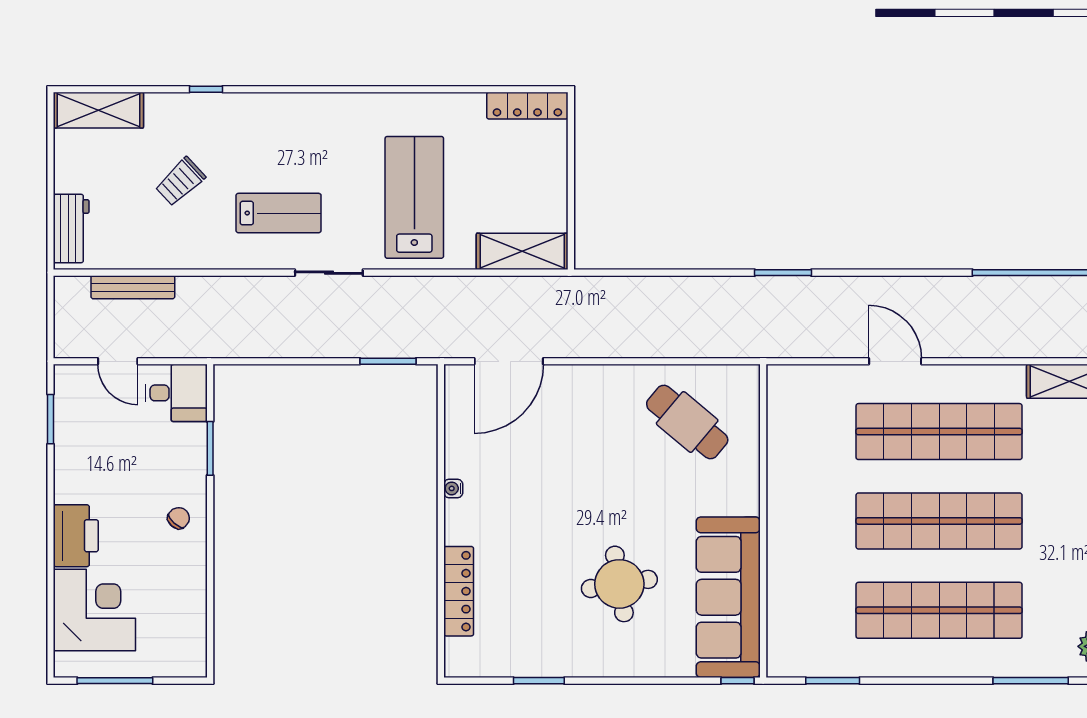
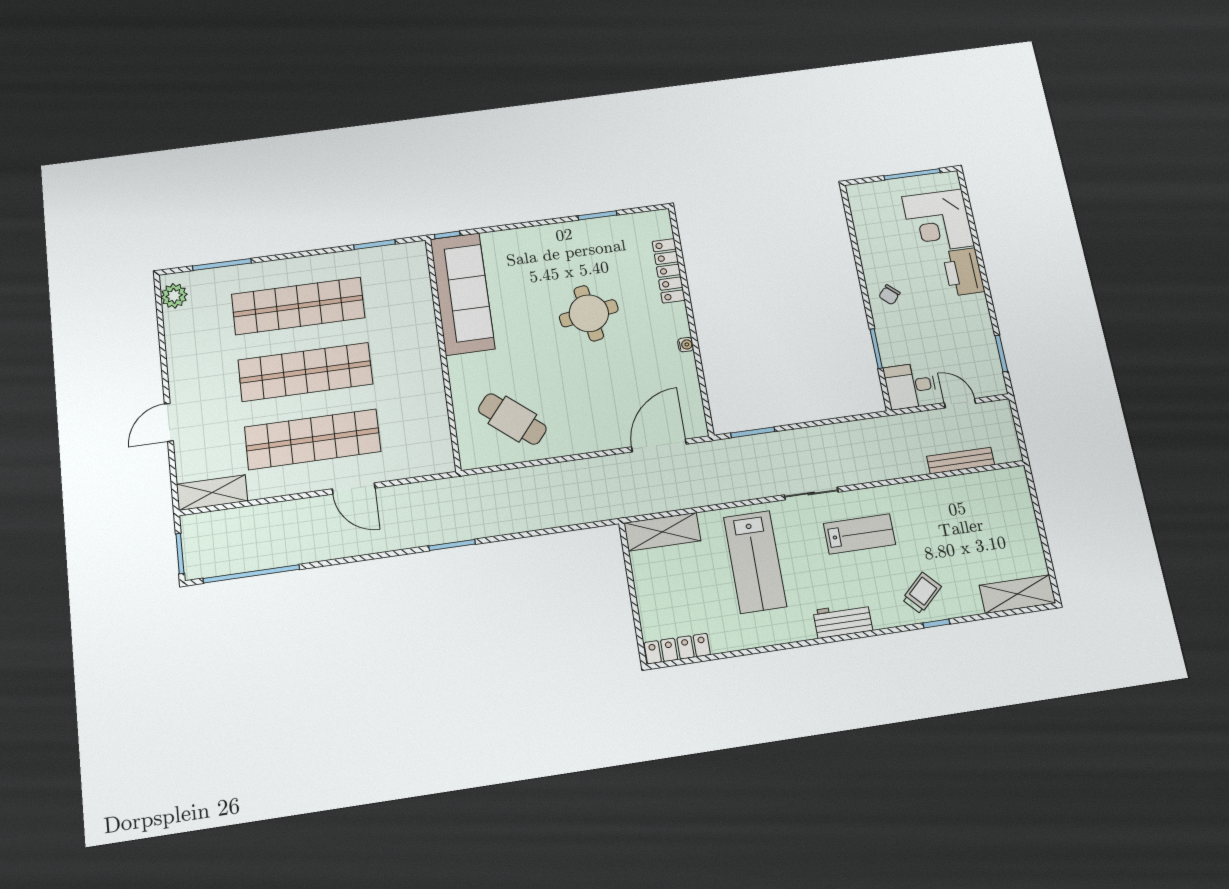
trolley: (180, 182) -> (922, 593), moved
lab bench: (279, 213) -> (859, 534), turned 180
workbench: (71, 228) -> (843, 620), moved, turned 90
round table: (619, 584) -> (589, 313), moved

